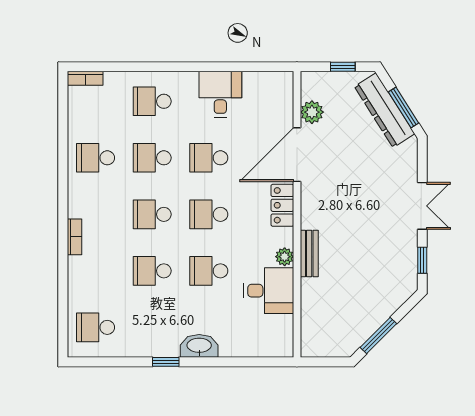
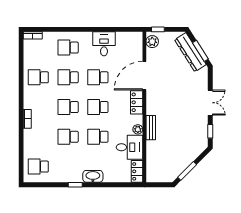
window: (343, 67) -> (158, 29), moved
plant: (312, 112) -> (152, 42), moved
locker: (283, 336) -> (137, 171), added

